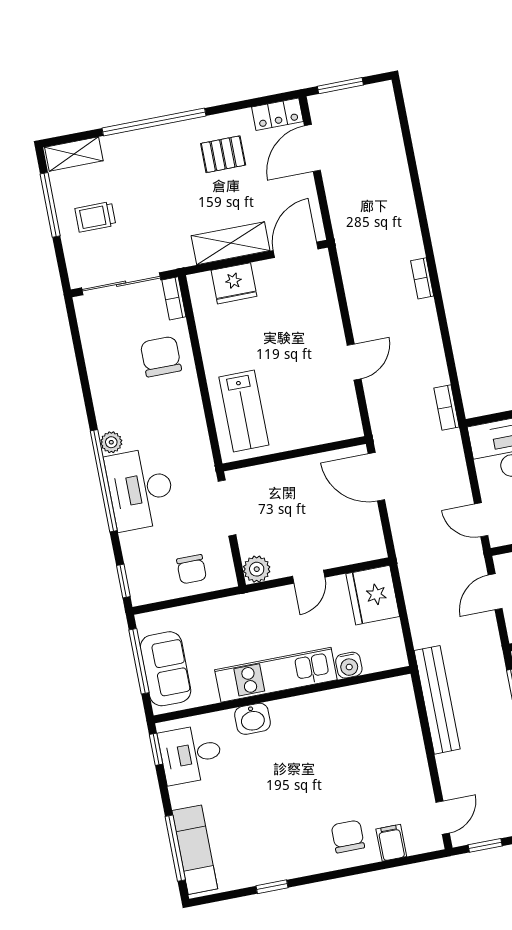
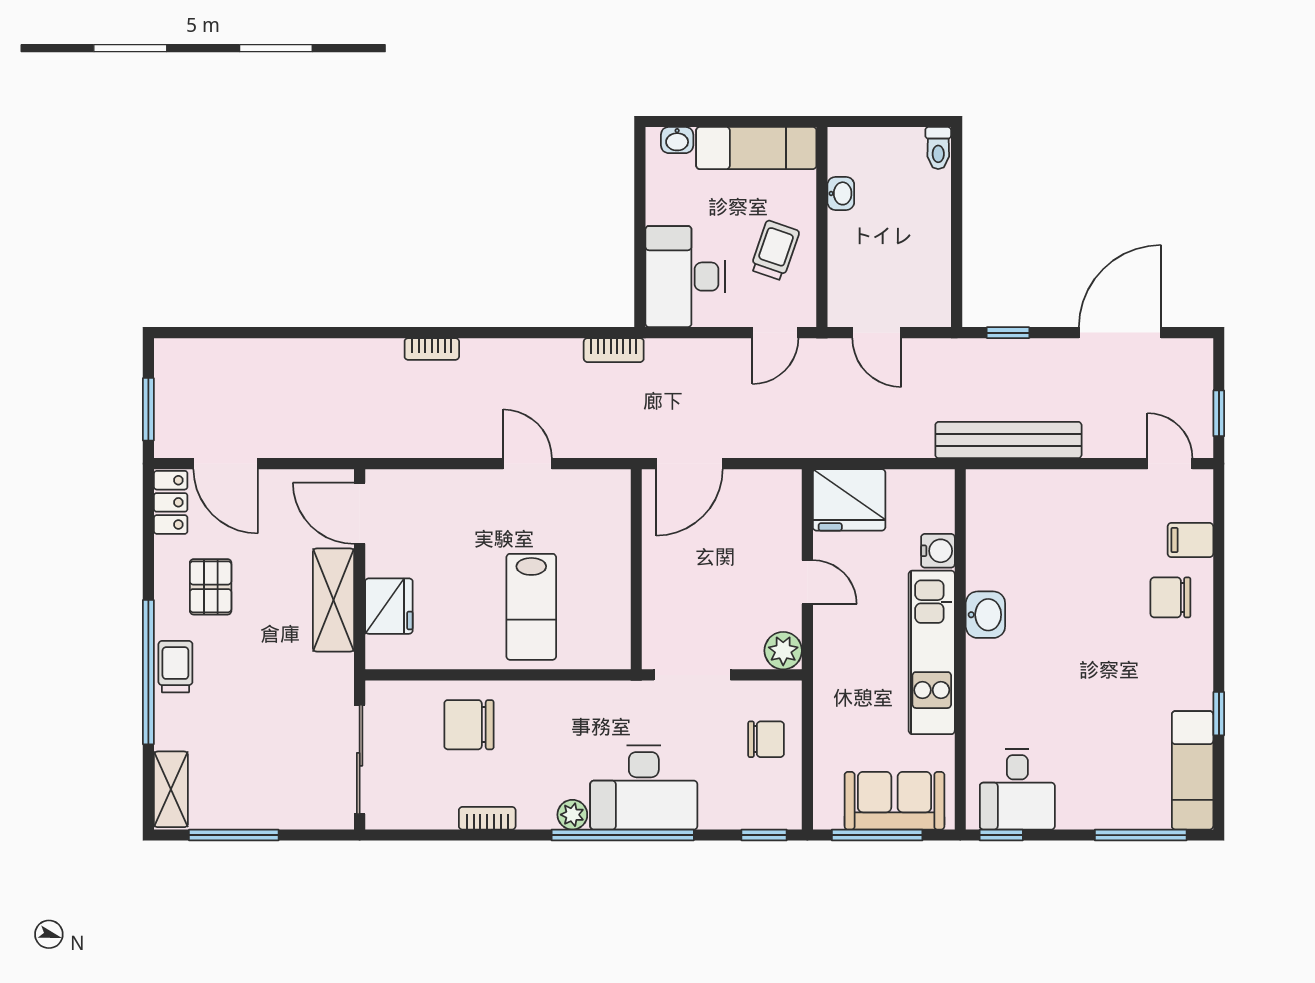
trolley: (95, 217) -> (175, 667), moved, turned 180
bookcase: (174, 298) -> (487, 818), moved, turned 180
lab bench: (244, 411) -> (531, 607), moved, turned 90
washbasin: (252, 719) -> (985, 615), moved
exam couch: (195, 850) -> (1193, 770), moved, turned -90

